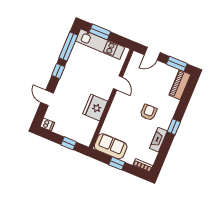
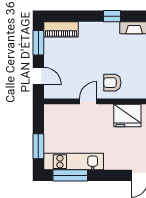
kitchen unit: (100, 44) -> (74, 162), moved, turned -90
window: (58, 71) -> (103, 175), removed
armchair: (148, 112) -> (112, 83), moved

